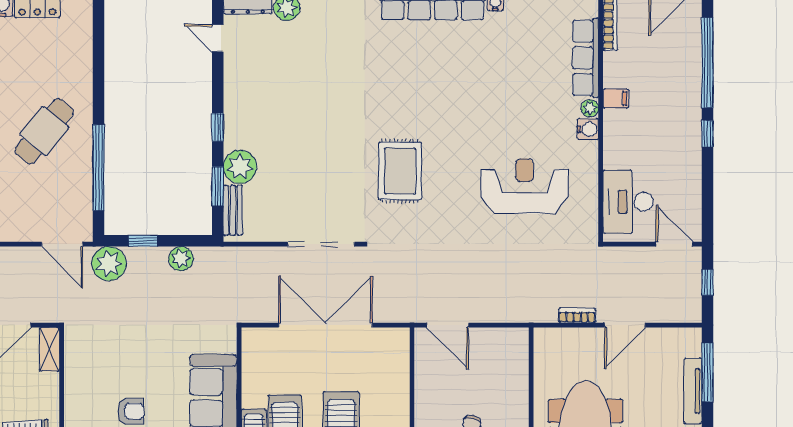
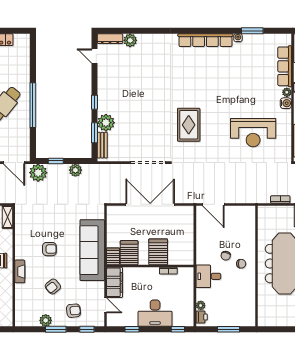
window: (99, 168) -> (33, 105), moved
reception desk: (525, 186) -> (253, 133), turned 180

